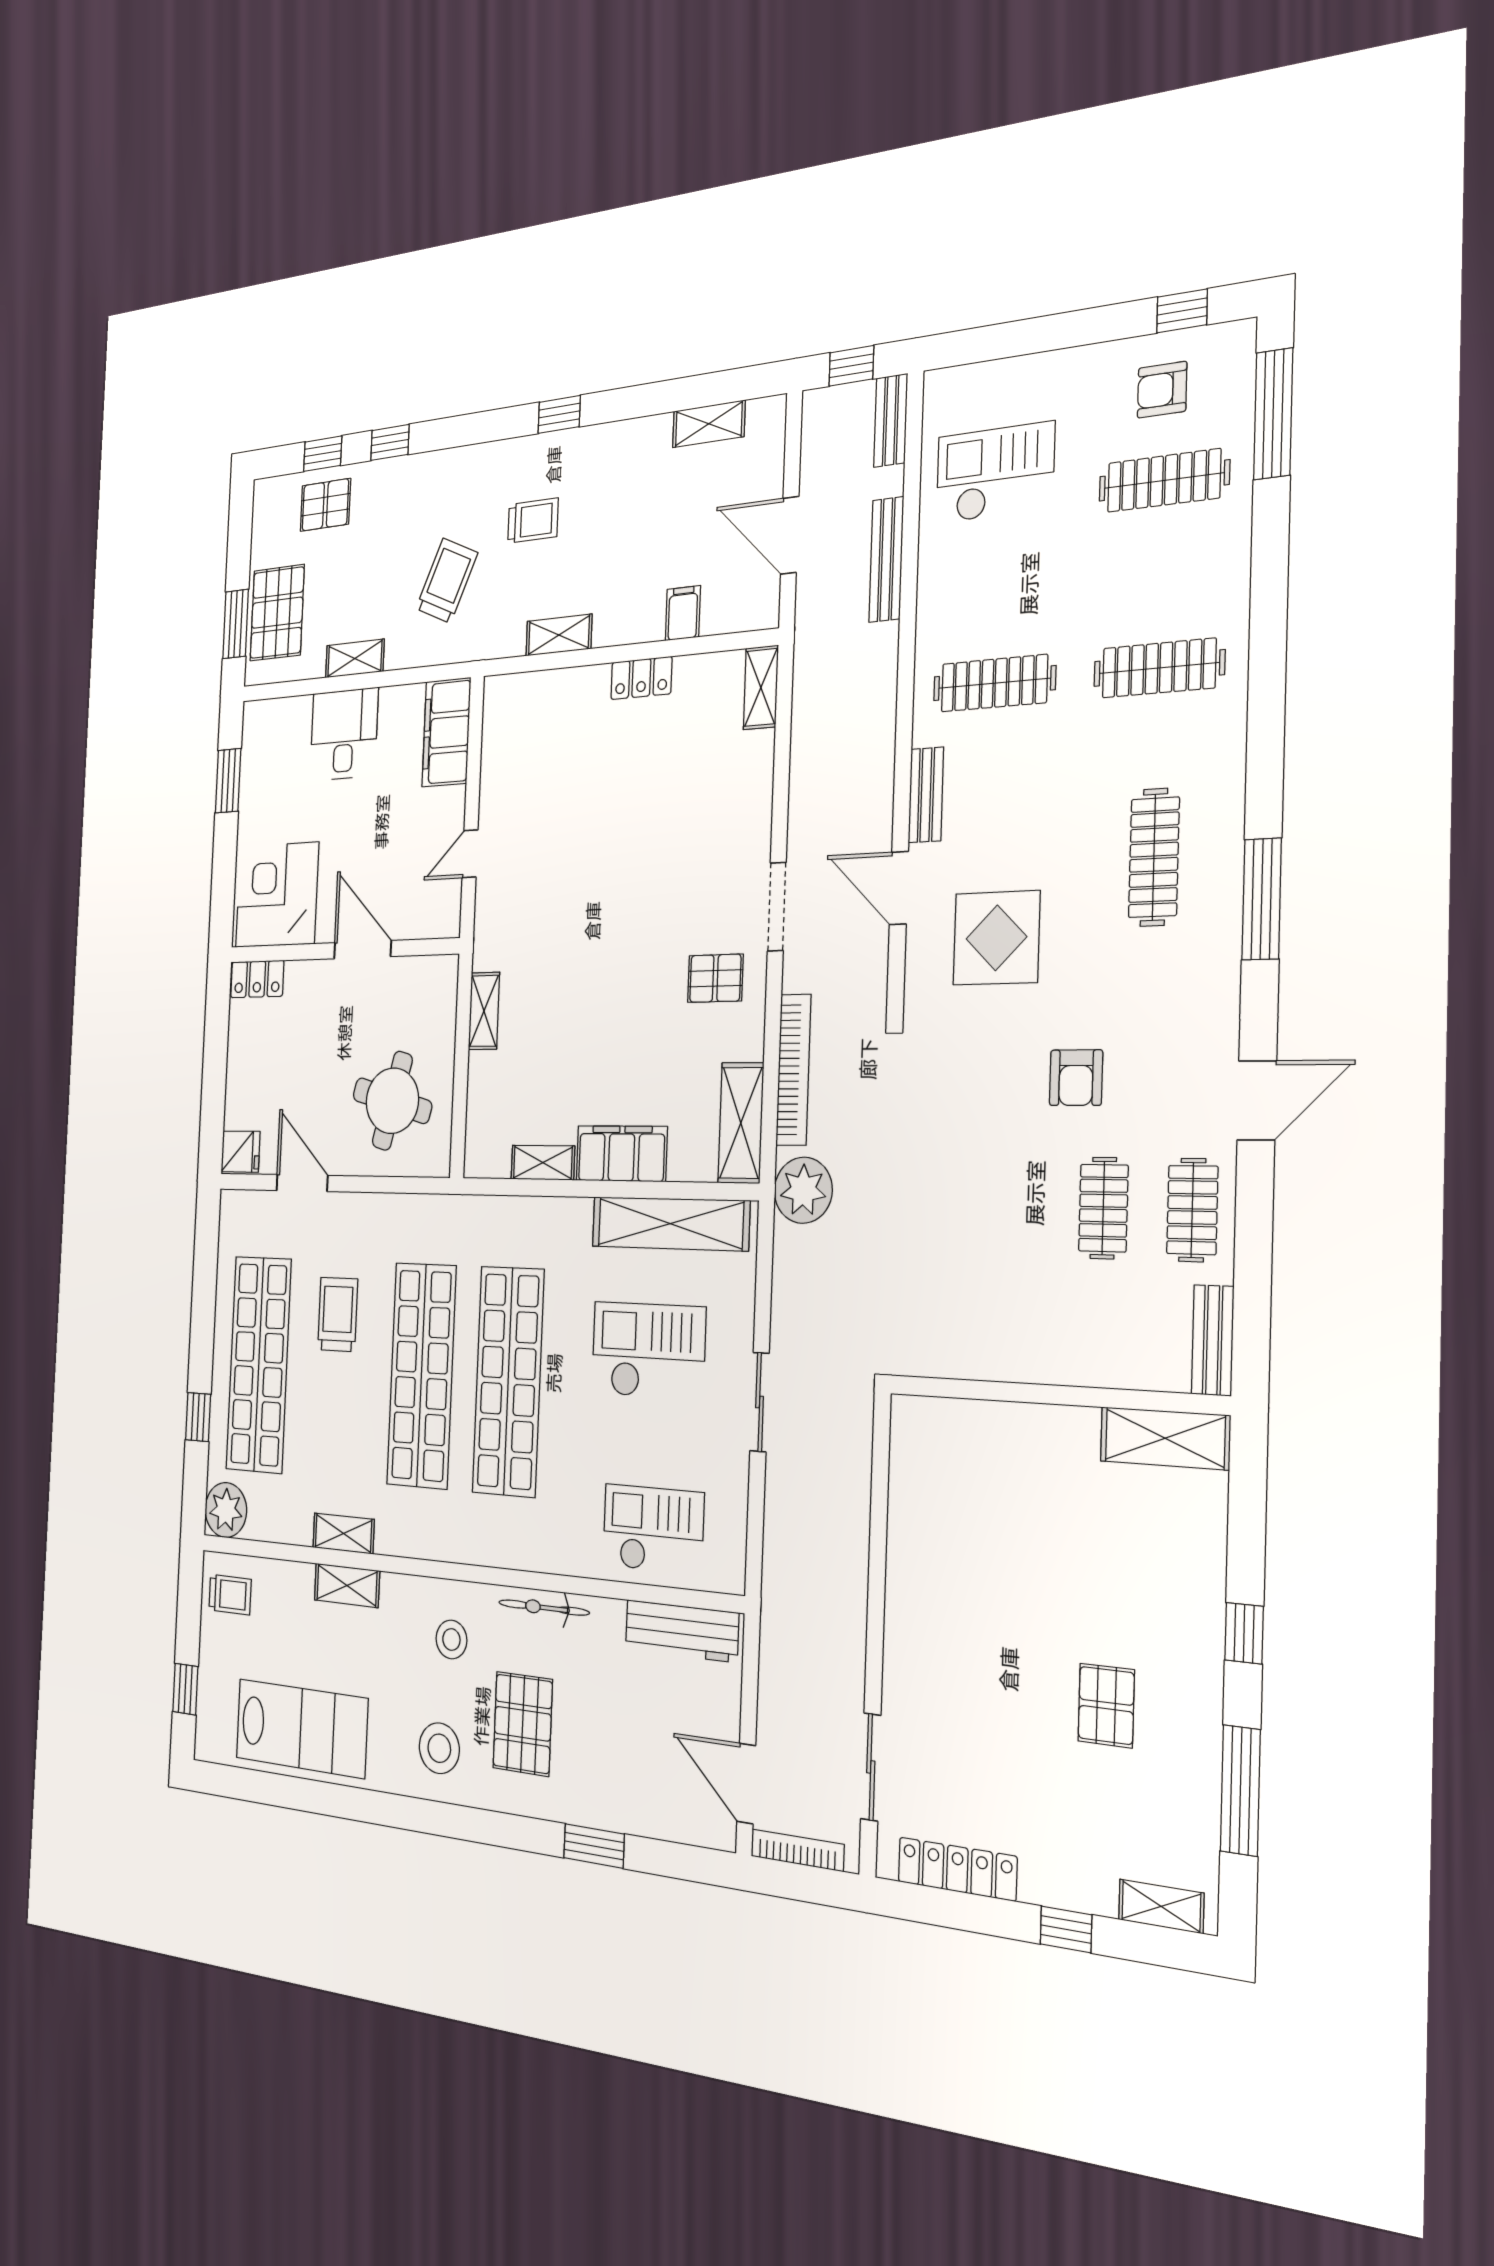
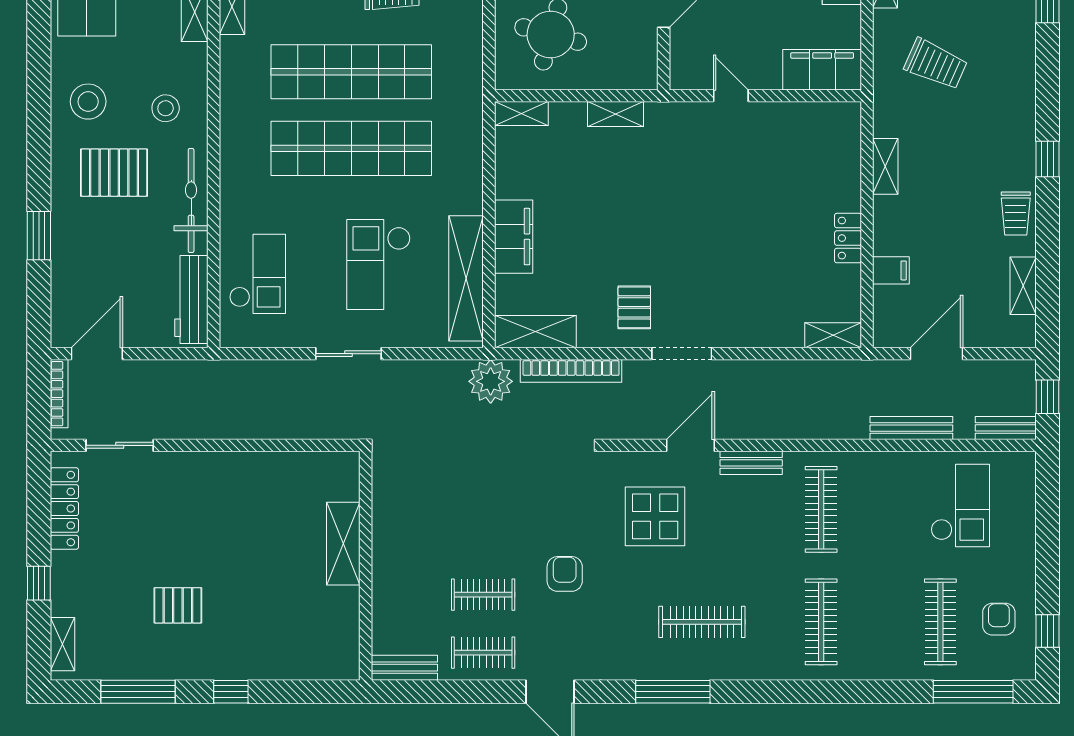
trolley: (533, 521) -> (1016, 214), moved
armchair: (1076, 1078) -> (565, 574), turned 90
shelving: (543, 1163) -> (521, 114), moved, turned 90
checkout: (648, 1351) -> (379, 265), turned 180
shelving: (1165, 1438) -> (343, 544), moved
bicycle: (544, 1608) -> (191, 200), width x1.37, depth x1.40

